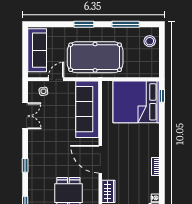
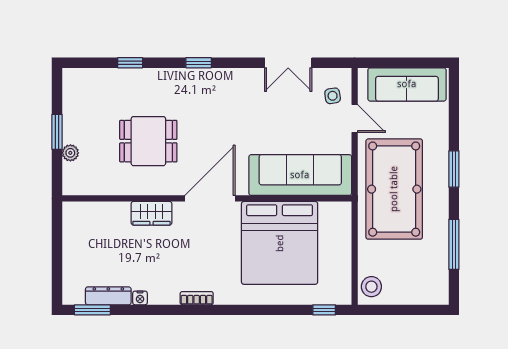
stool: (150, 41) -> (371, 287), moved
bed: (136, 102) -> (280, 243), moved, turned 180

